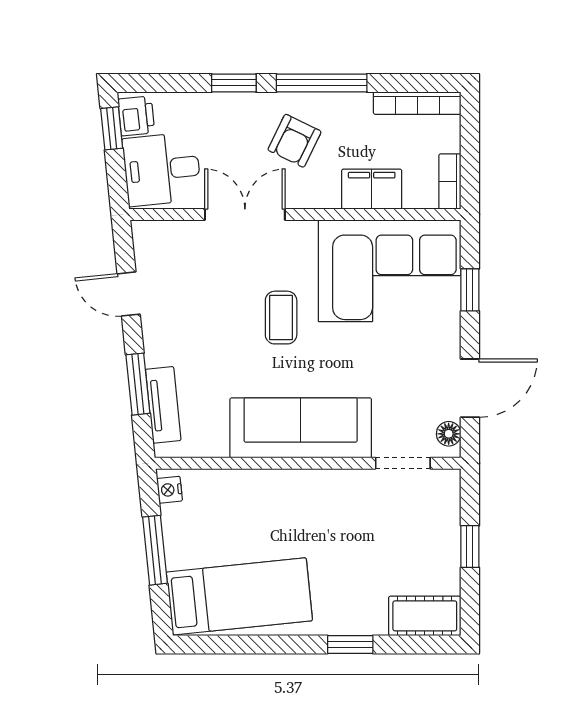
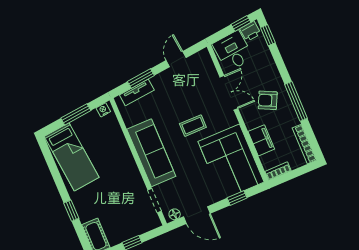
window: (234, 83) -> (268, 35), moved

